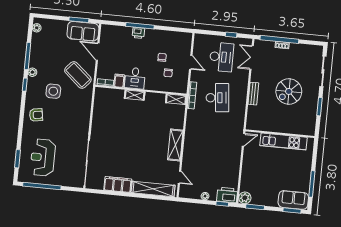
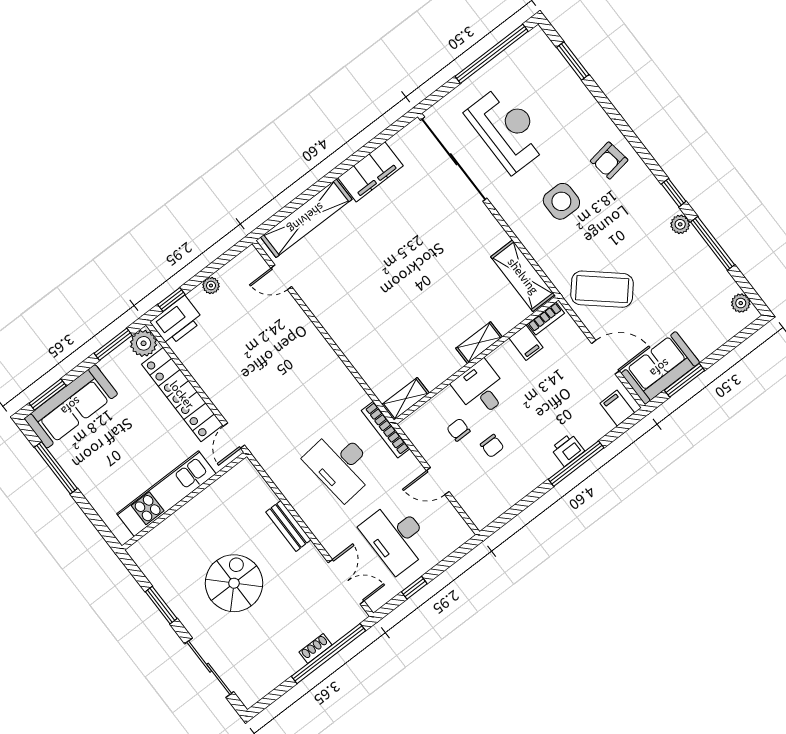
filing cabinet: (109, 31) -> (617, 408), added
desk: (135, 78) -> (481, 389), moved
side table: (53, 91) -> (561, 201), moved
shelving: (175, 145) -> (523, 276), moved
reception desk: (43, 157) -> (507, 129), moved
locker: (248, 169) -> (182, 395), added
sofa: (293, 200) -> (71, 406), width x1.36

